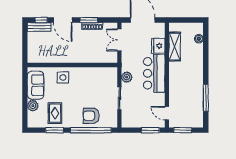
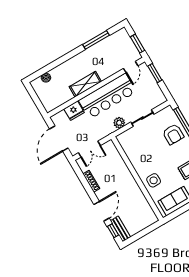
window: (89, 20) -> (88, 187), removed
shelving: (175, 47) -> (85, 84), moved
bar counter: (154, 73) -> (107, 96), width x1.36

